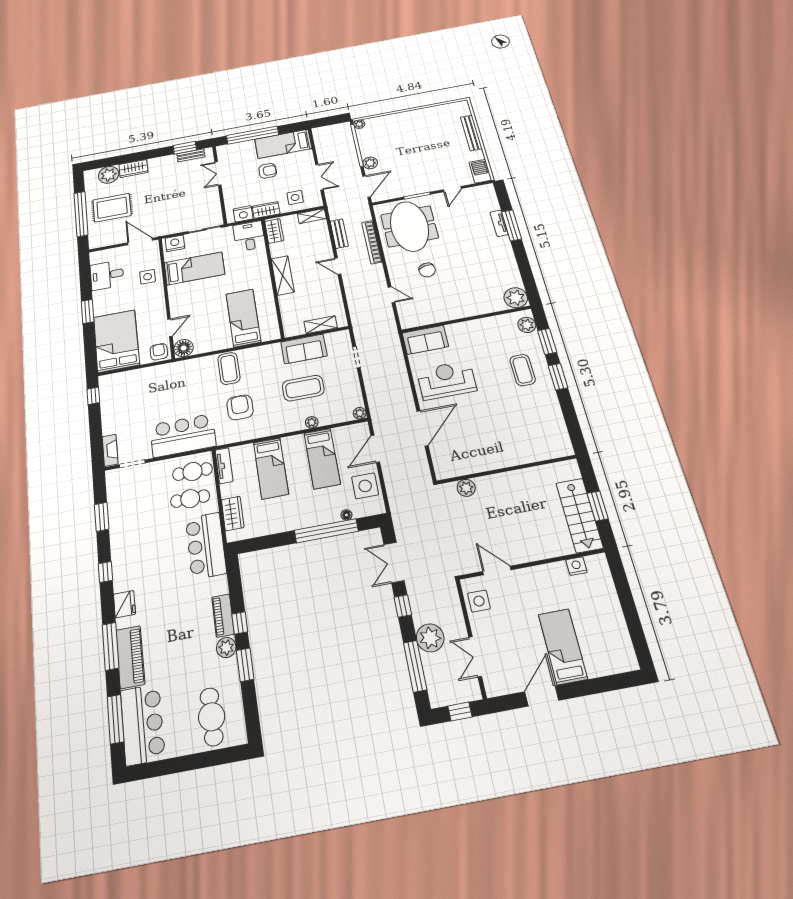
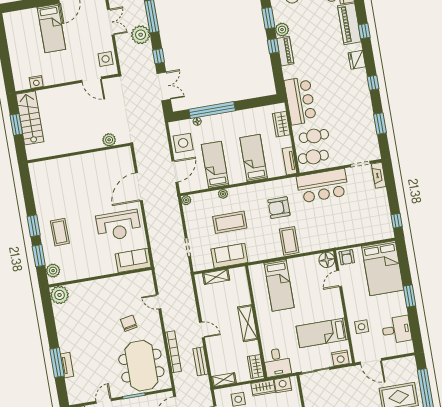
armchair: (240, 407) -> (279, 208), turned 90
window: (111, 646) -> (364, 31), width x0.46

